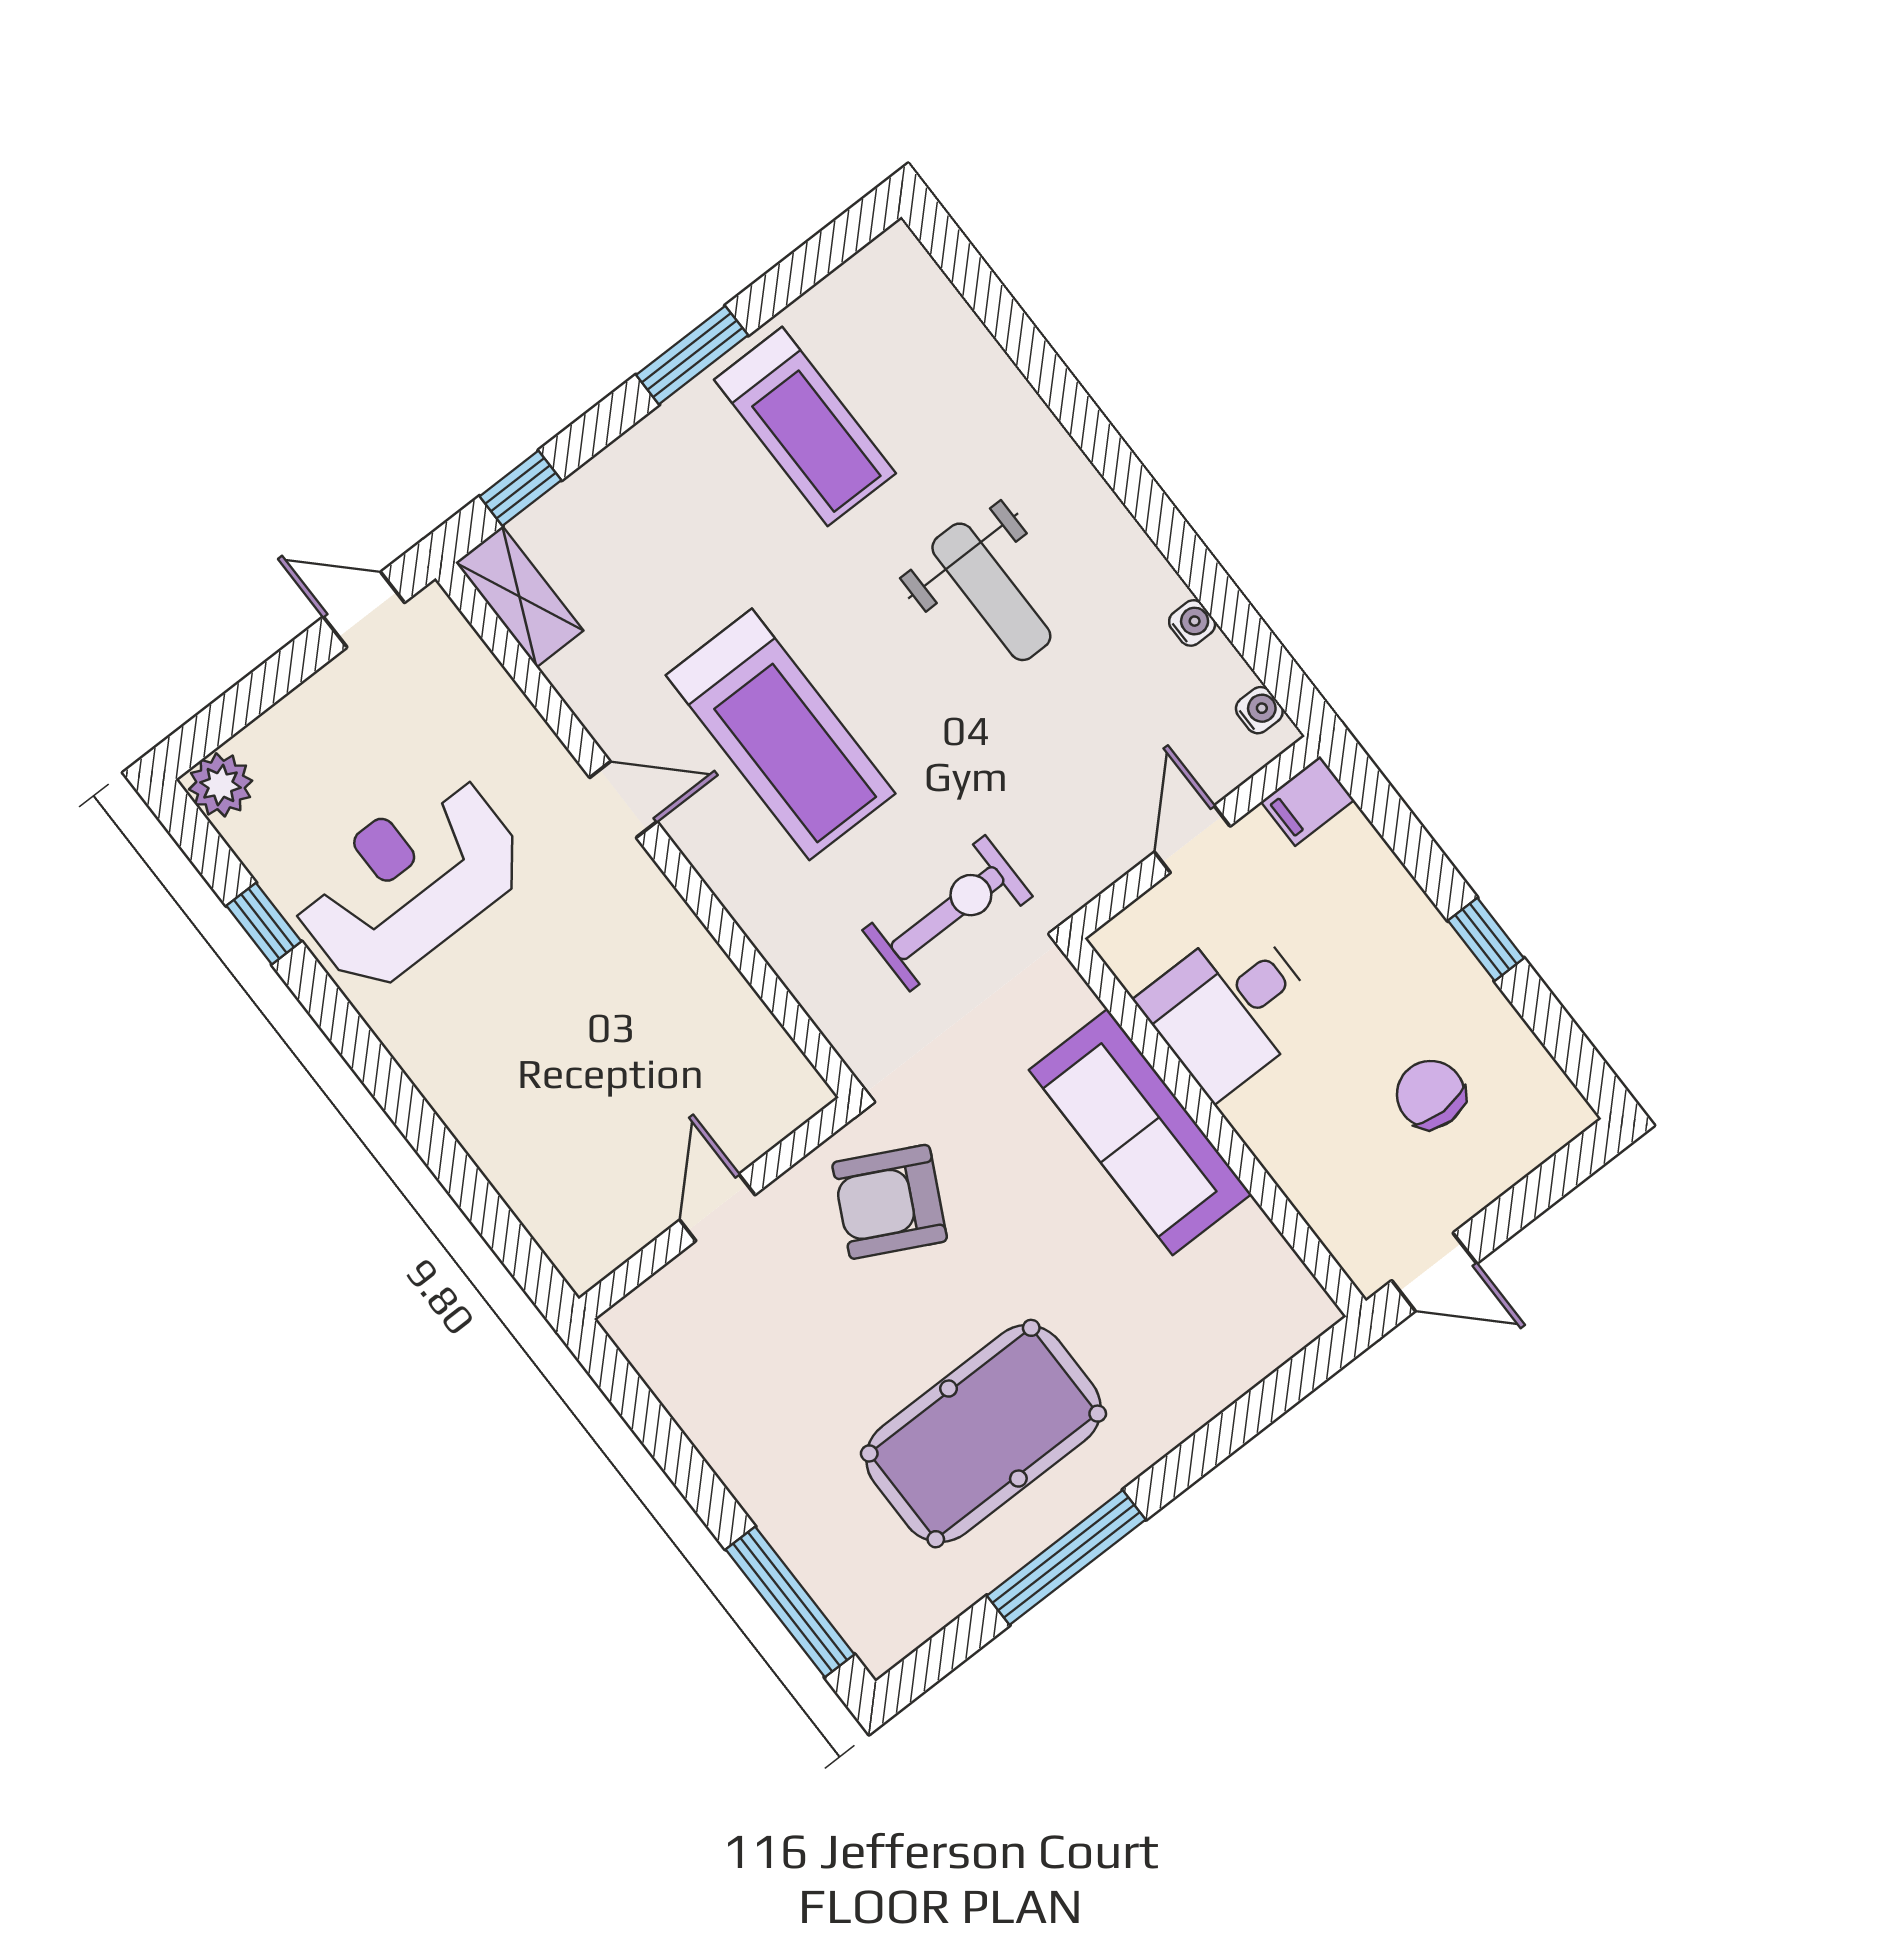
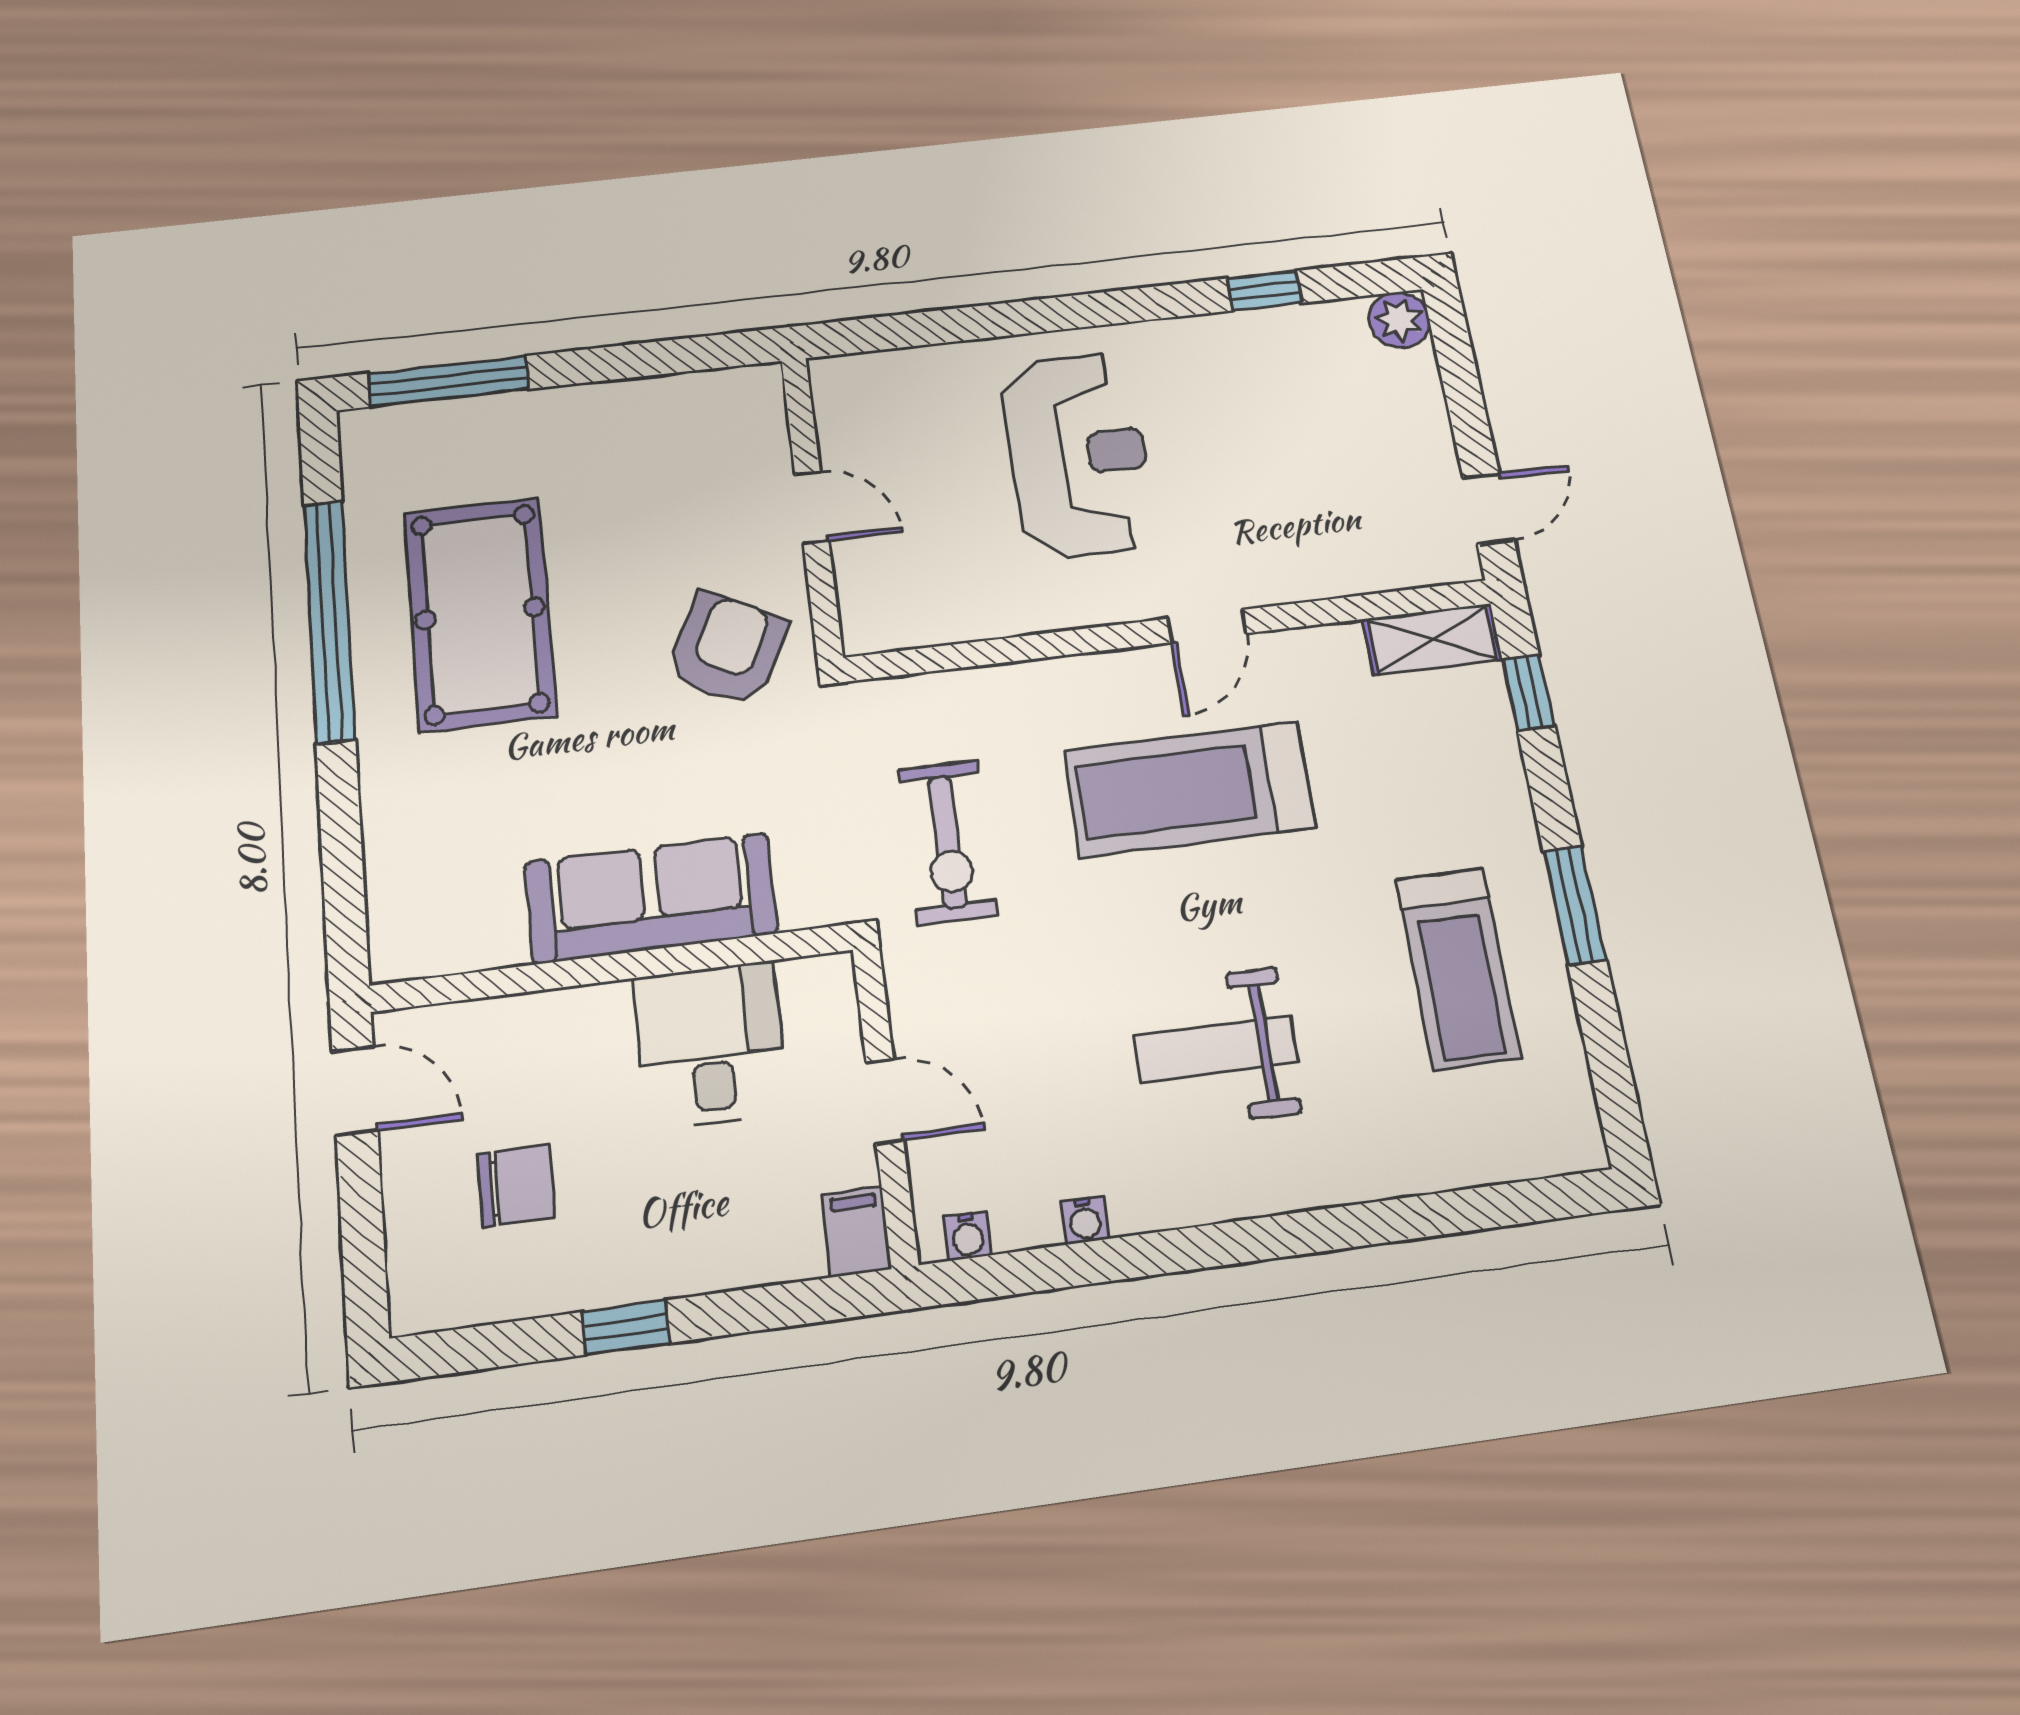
treadmill: (805, 426) -> (1458, 968), turned -90
reception desk: (409, 881) -> (1078, 454), moved
door: (1434, 1272) -> (355, 1091), swing flipped
window: (1066, 1558) -> (329, 621), width x1.46

